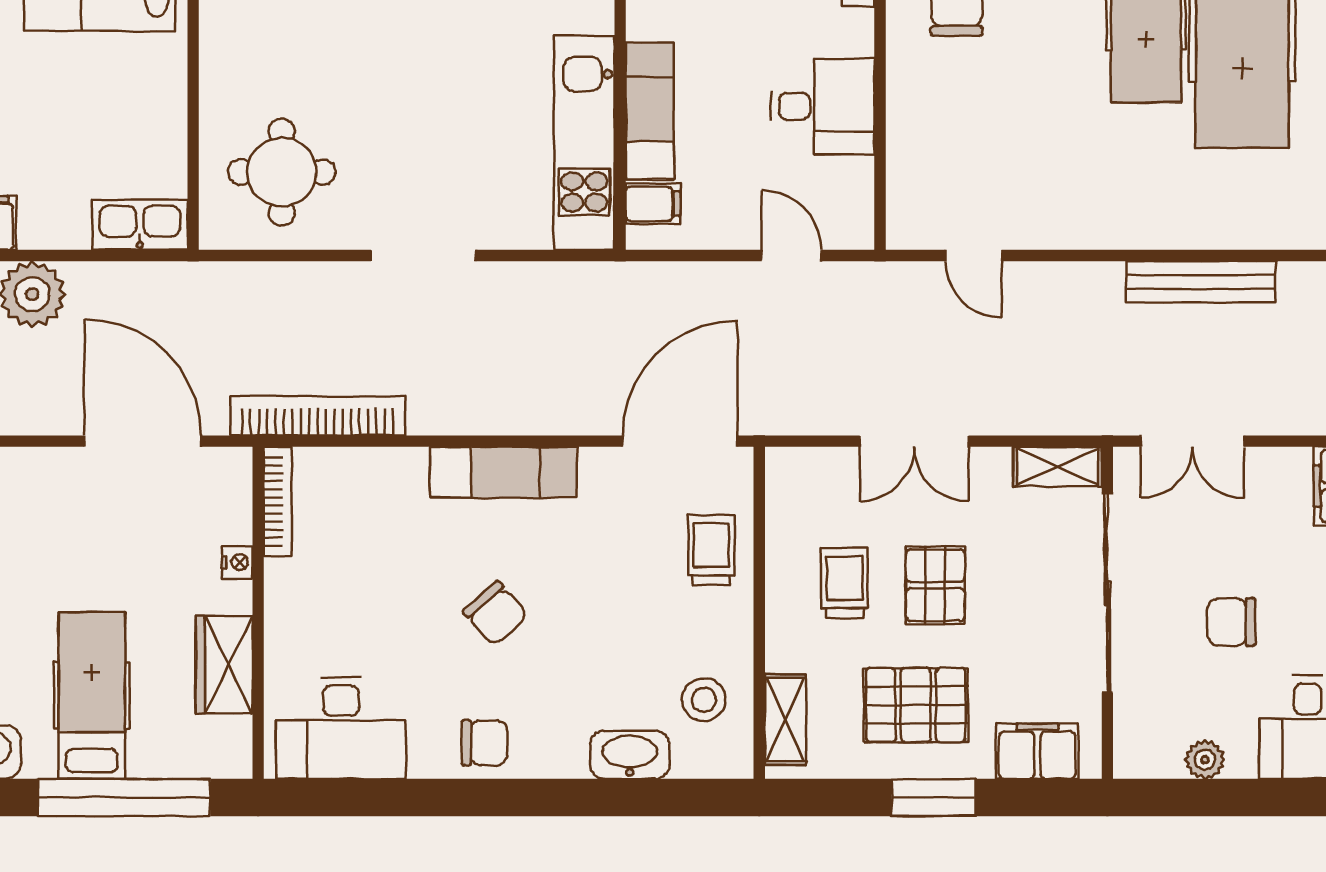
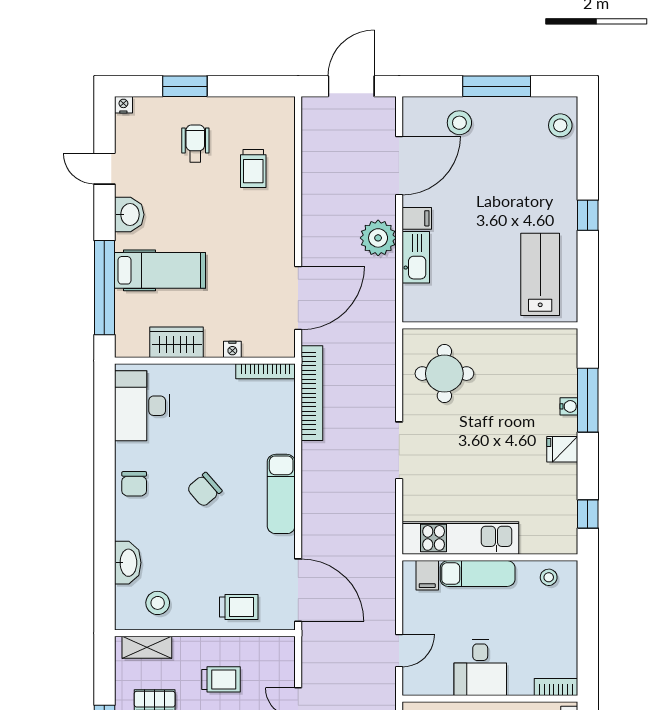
kitchen sink: (140, 225) -> (416, 257), moved

